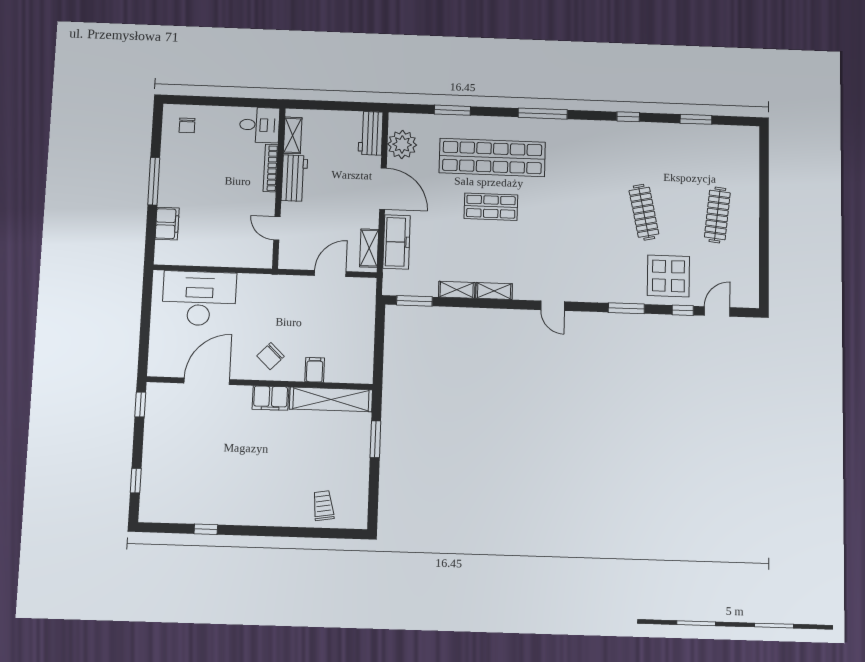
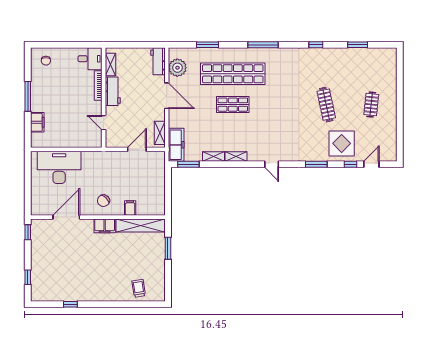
clothes rail: (717, 215) -> (371, 105), width x0.73
freezer: (396, 242) -> (176, 145), moved

